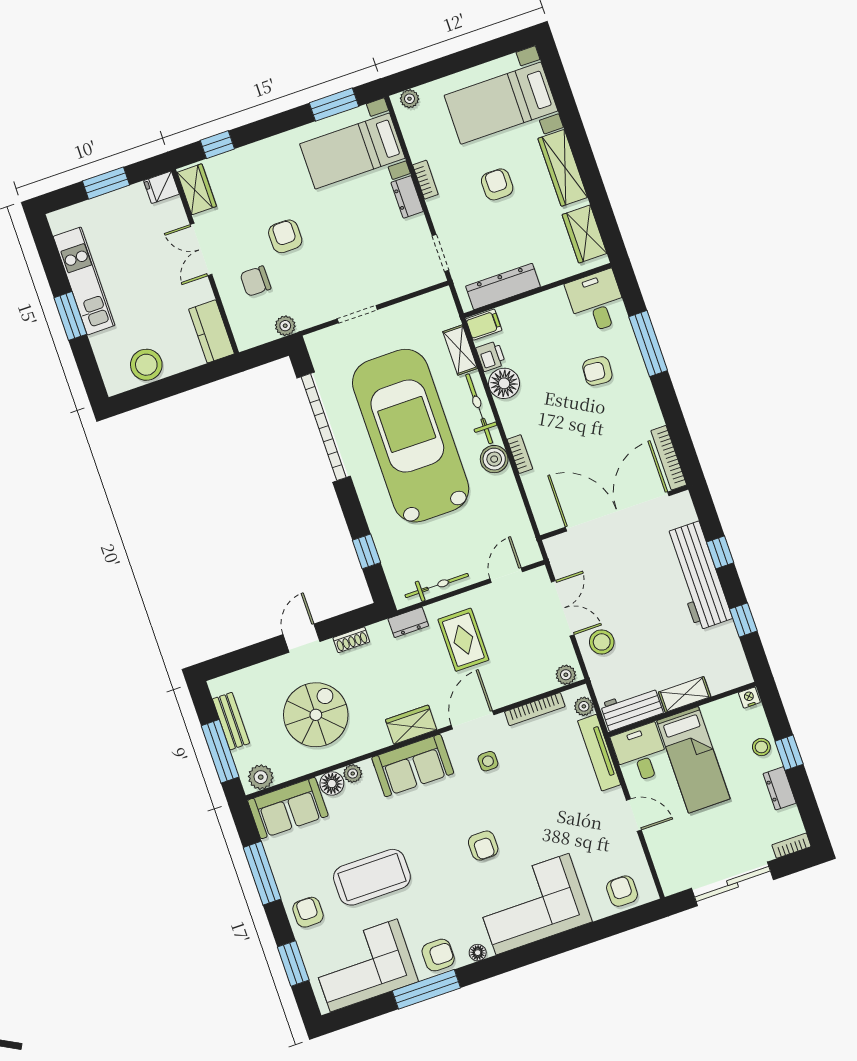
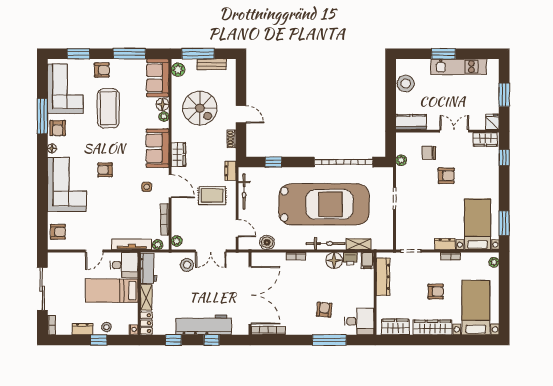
chair: (255, 281) -> (429, 153), turned -90
boiler: (494, 459) -> (267, 242), moved
locker: (730, 678) -> (146, 323), added

